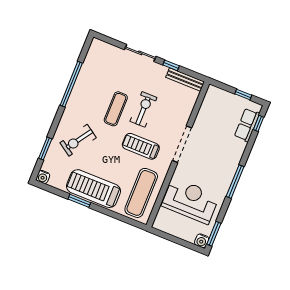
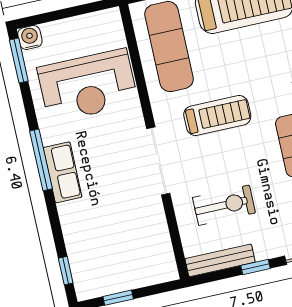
exercise bike: (143, 109) -> (224, 205), moved, turned -90
row of seats: (247, 125) -> (63, 172), moved

